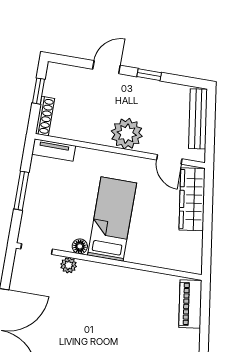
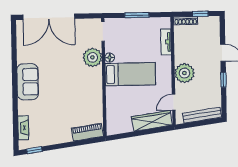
tv unit: (54, 150) -> (166, 42), moved
plant: (69, 265) -> (92, 57), width x1.88, depth x1.88

